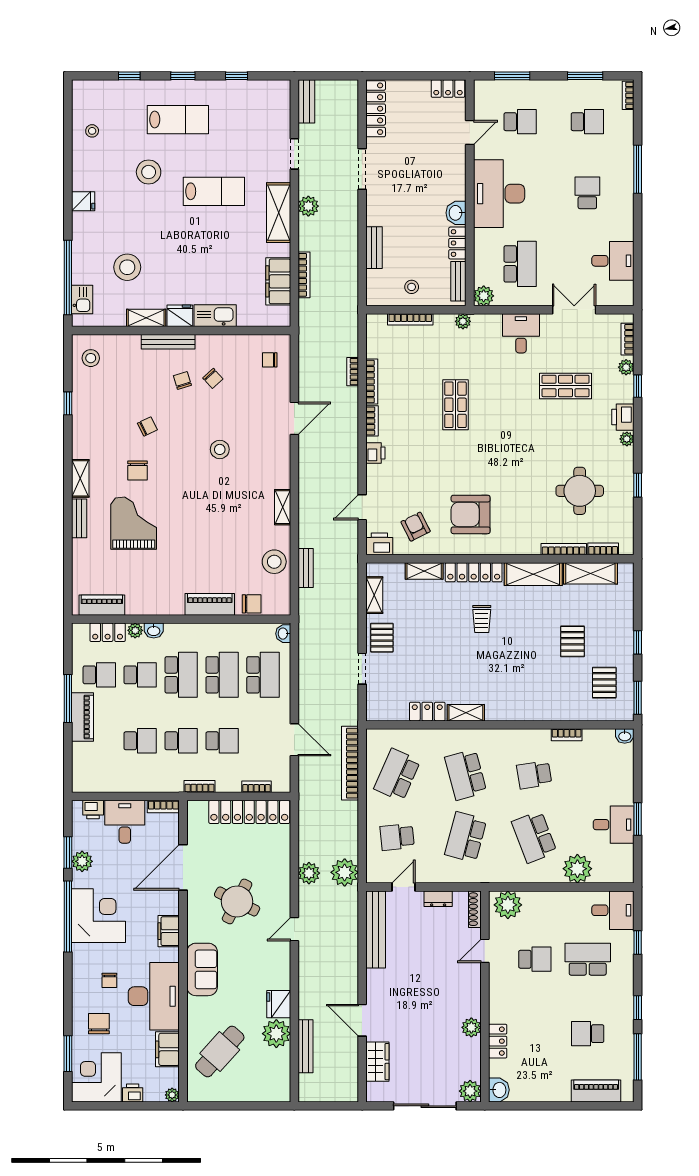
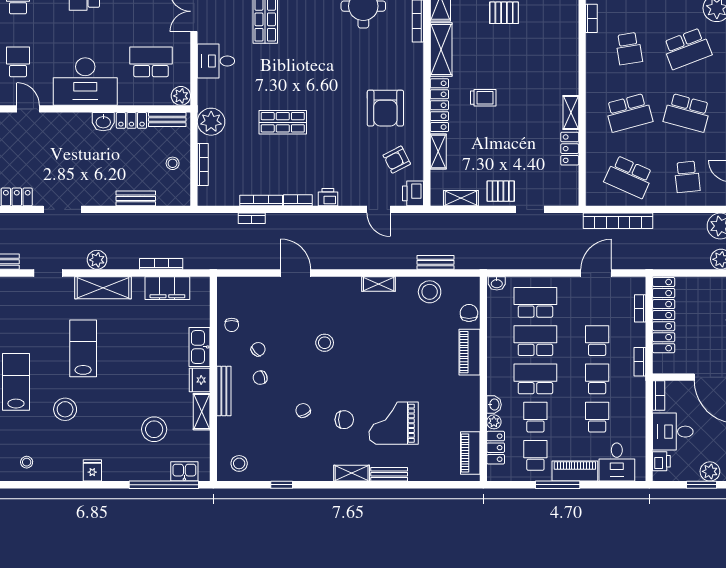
plant: (463, 321) -> (211, 122), width x1.87, depth x1.87
chair: (270, 360) -> (232, 325), moved
desk: (92, 762) -> (617, 462), added

